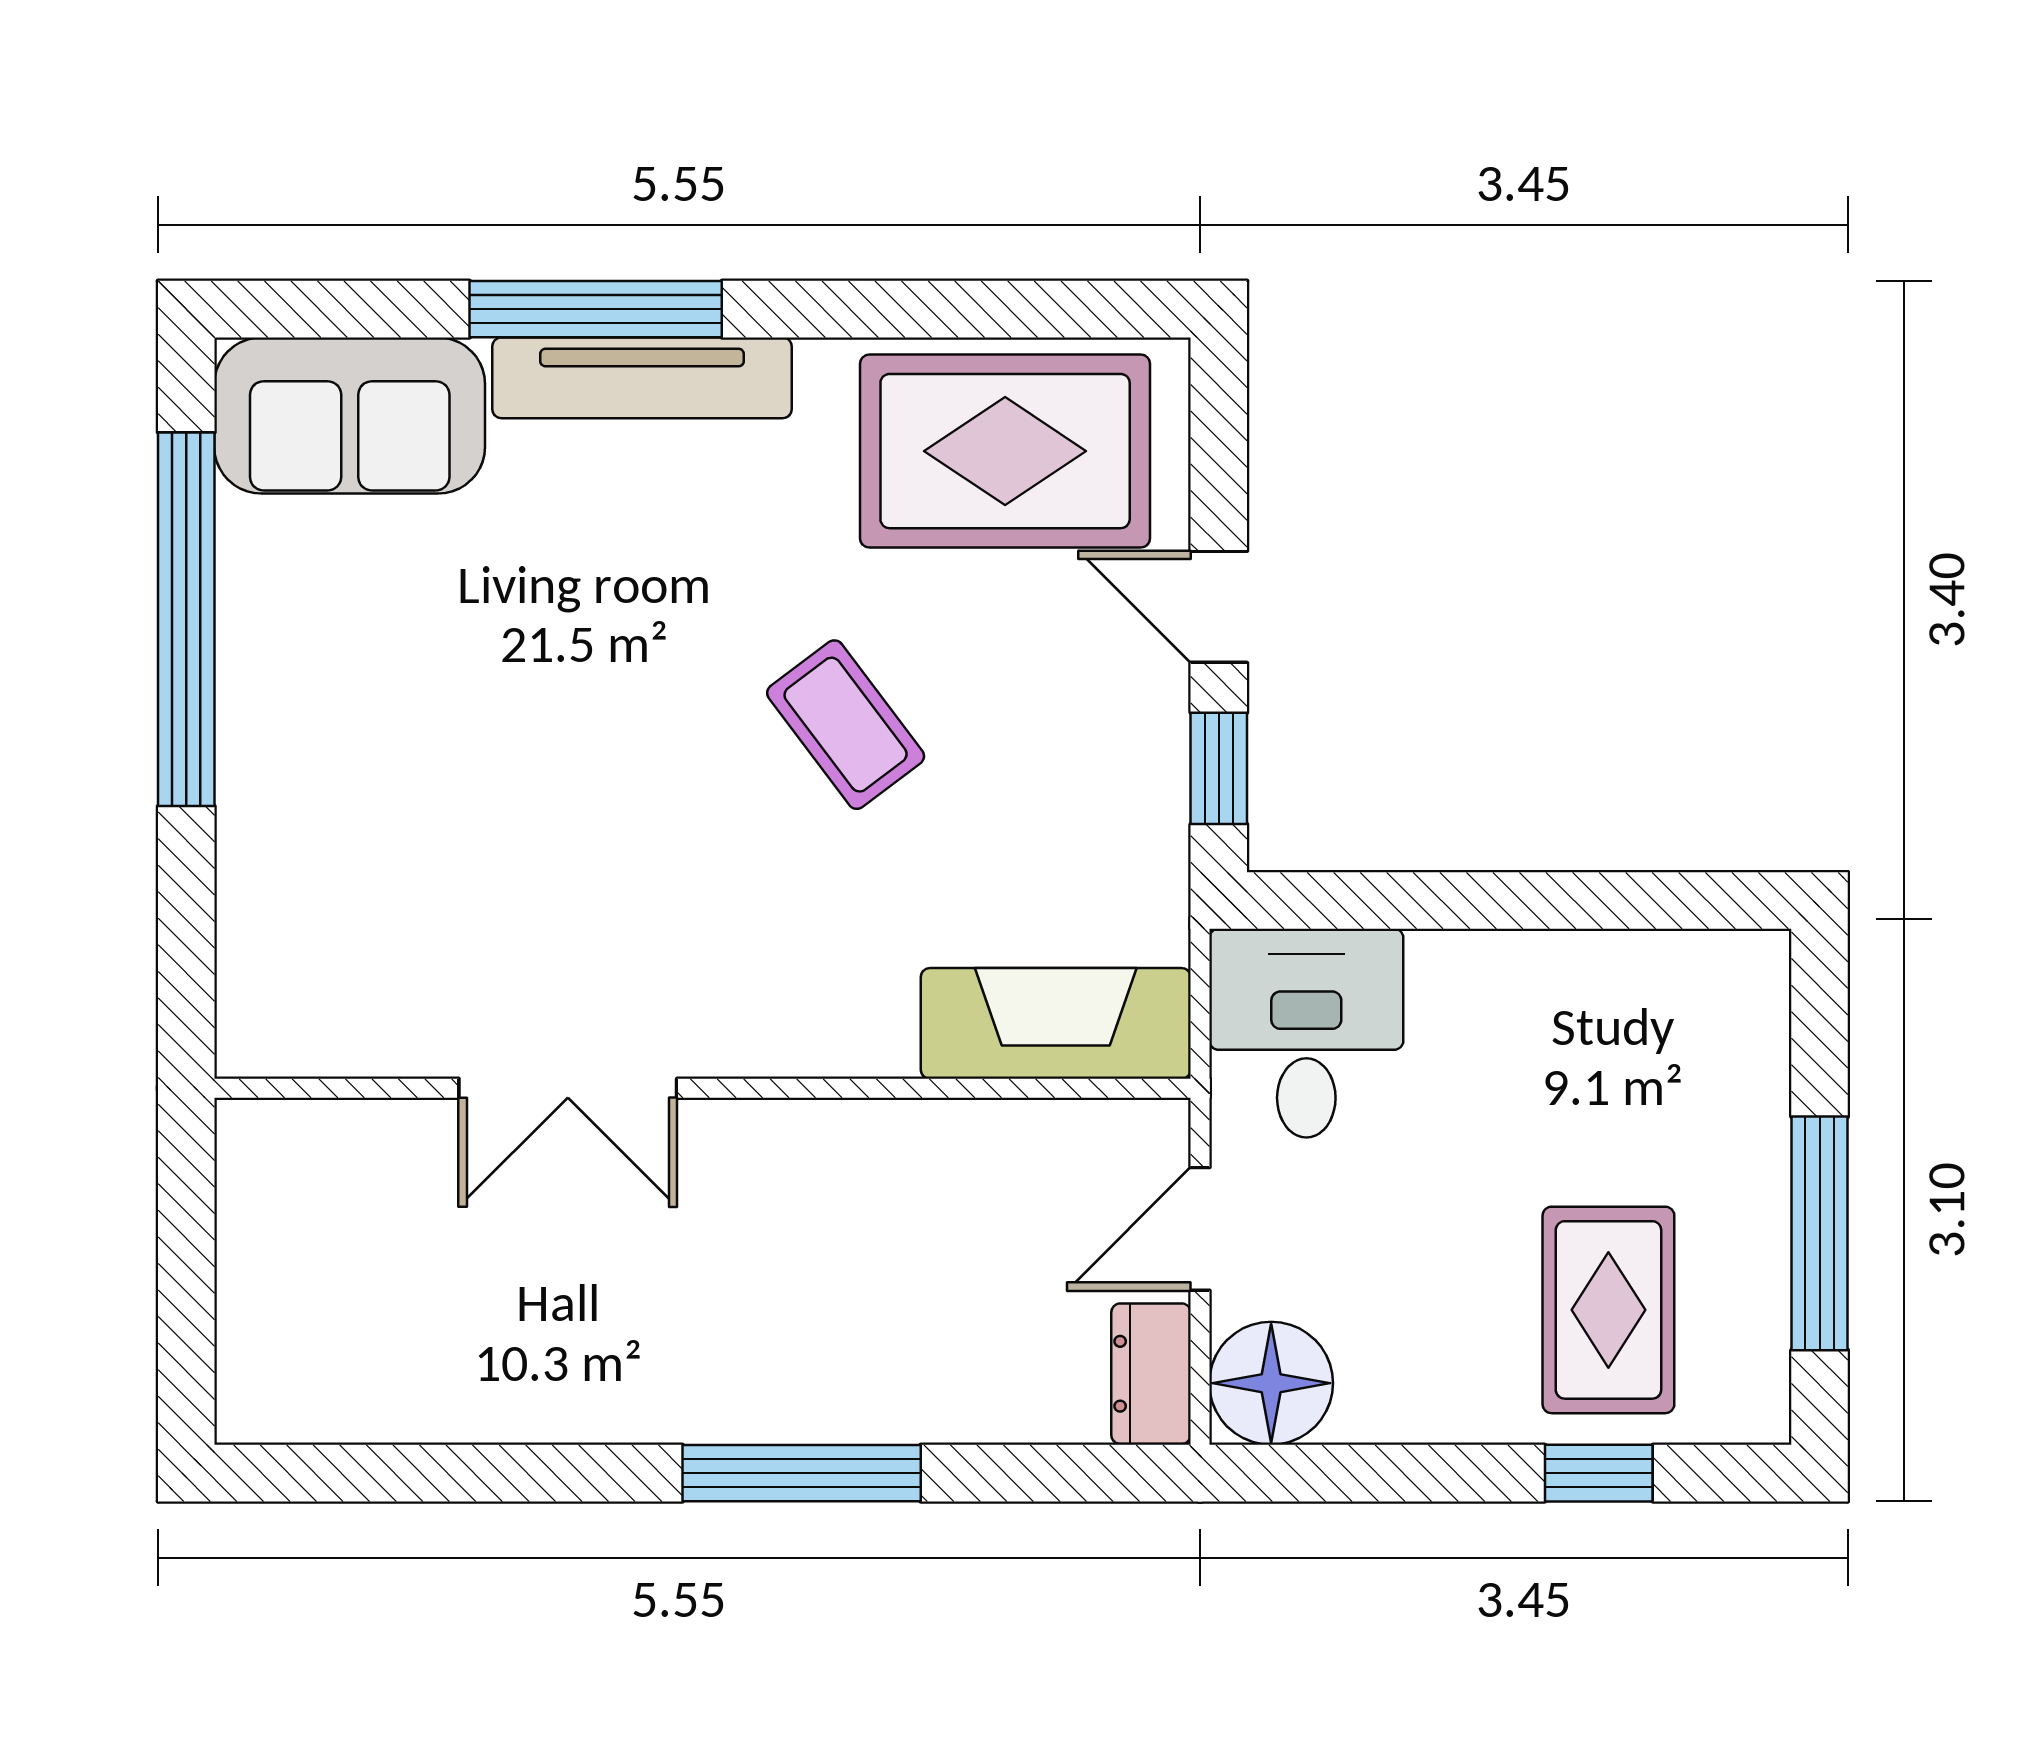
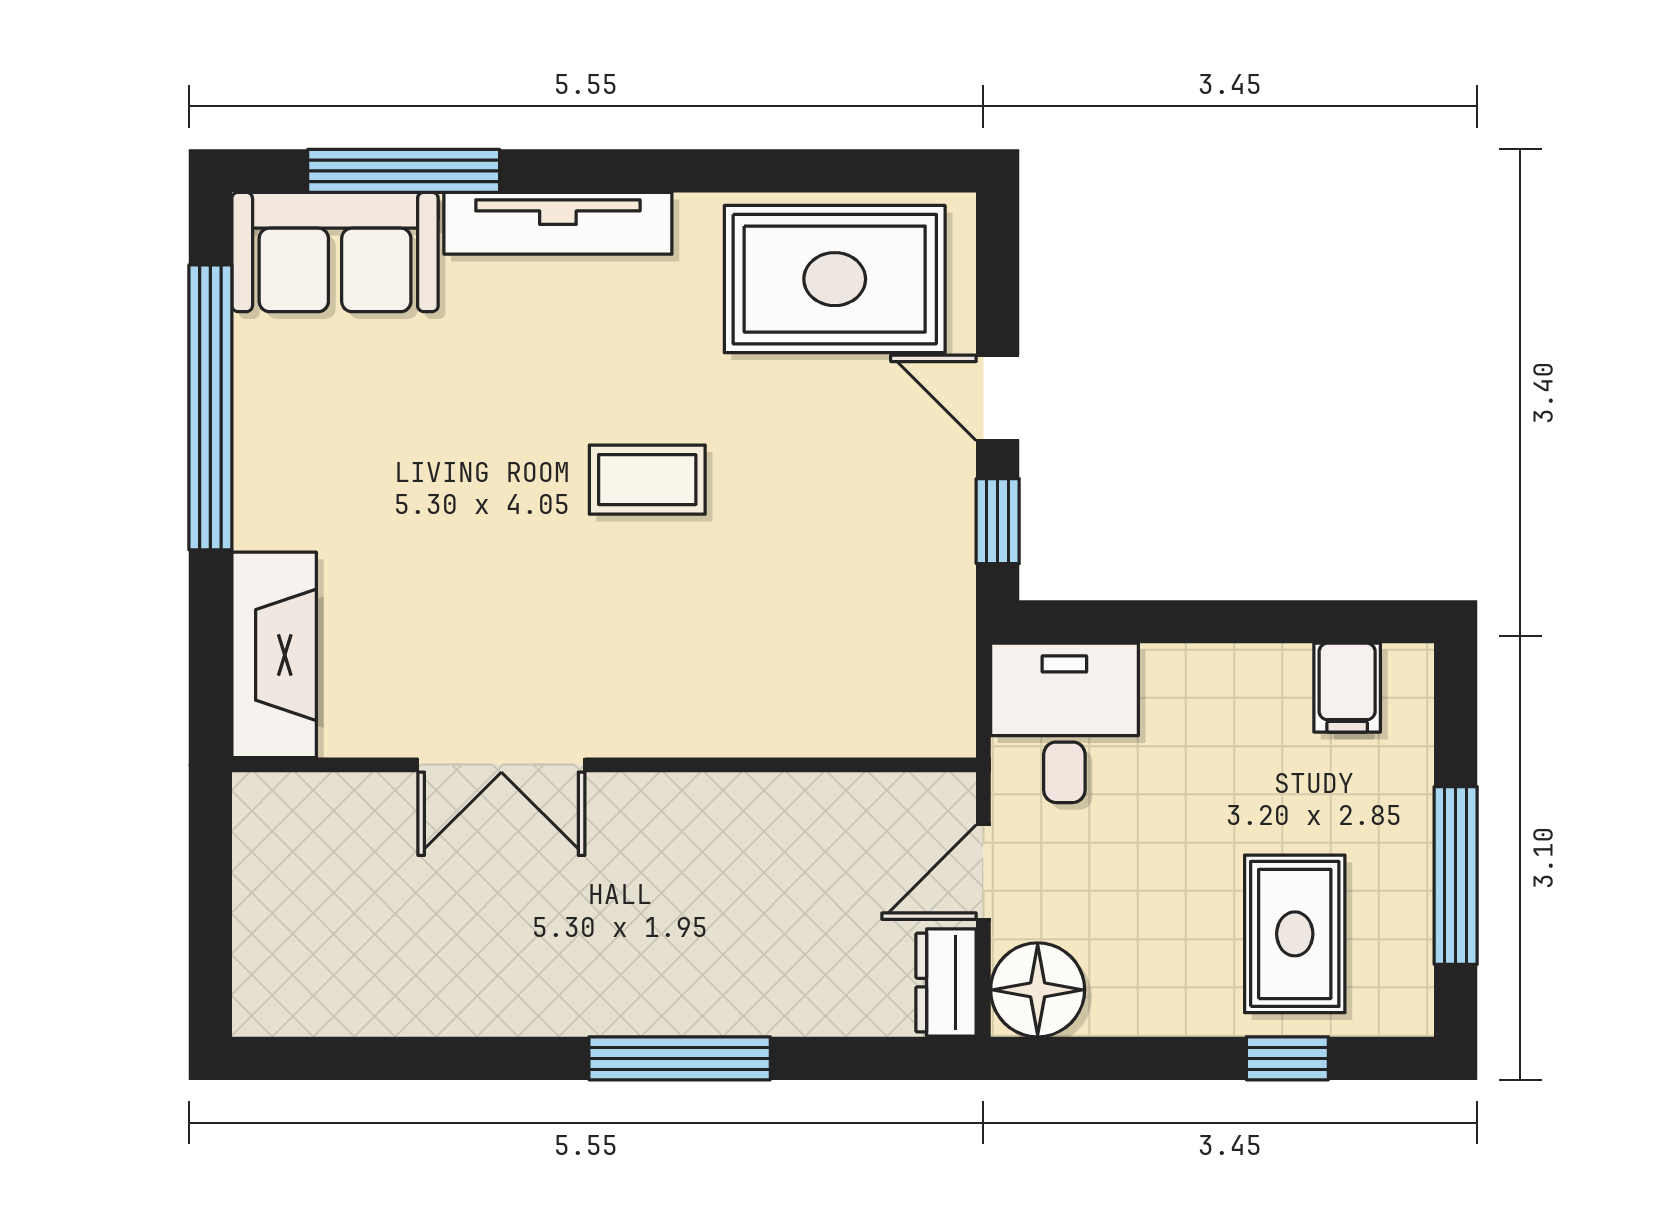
window: (596, 309) -> (404, 171), moved
coffee table: (846, 725) -> (647, 480), moved, turned -53
filing cabinet: (1677, 987) -> (1347, 688), added
fireplace: (1056, 1023) -> (274, 655), moved, turned 90

